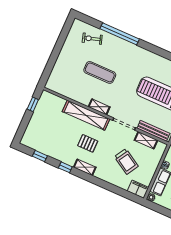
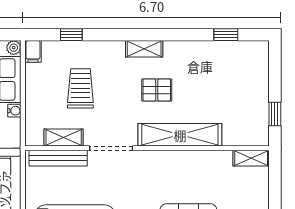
shelving: (99, 107) -> (251, 158), moved
trolley: (126, 161) -> (80, 88), turned 59
window: (65, 167) -> (71, 35), moved
filing cabinet: (138, 189) -> (33, 51), width x0.50

